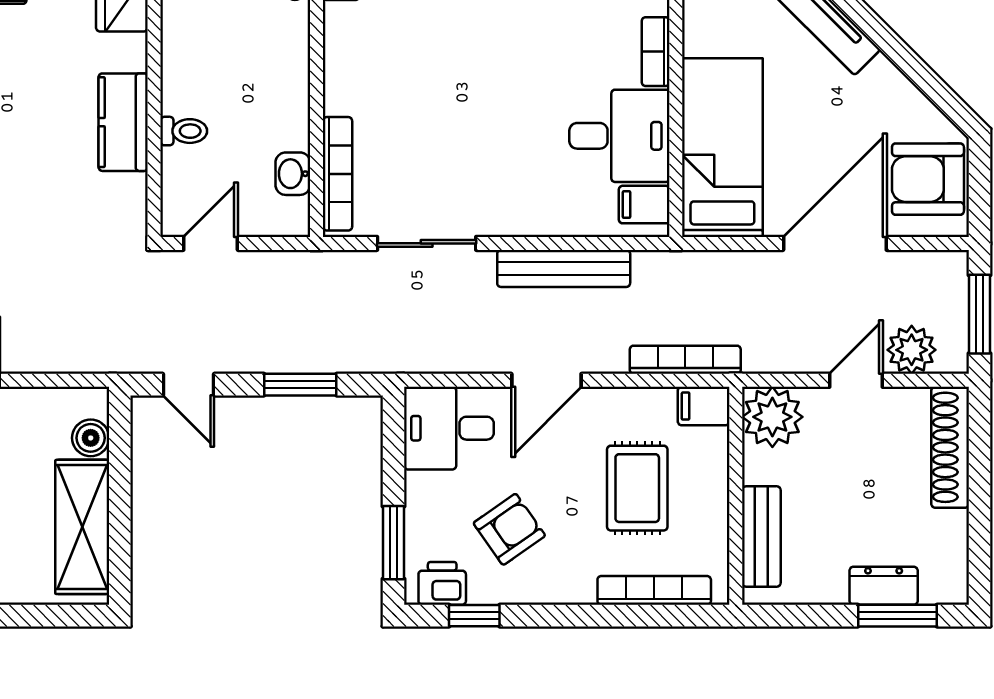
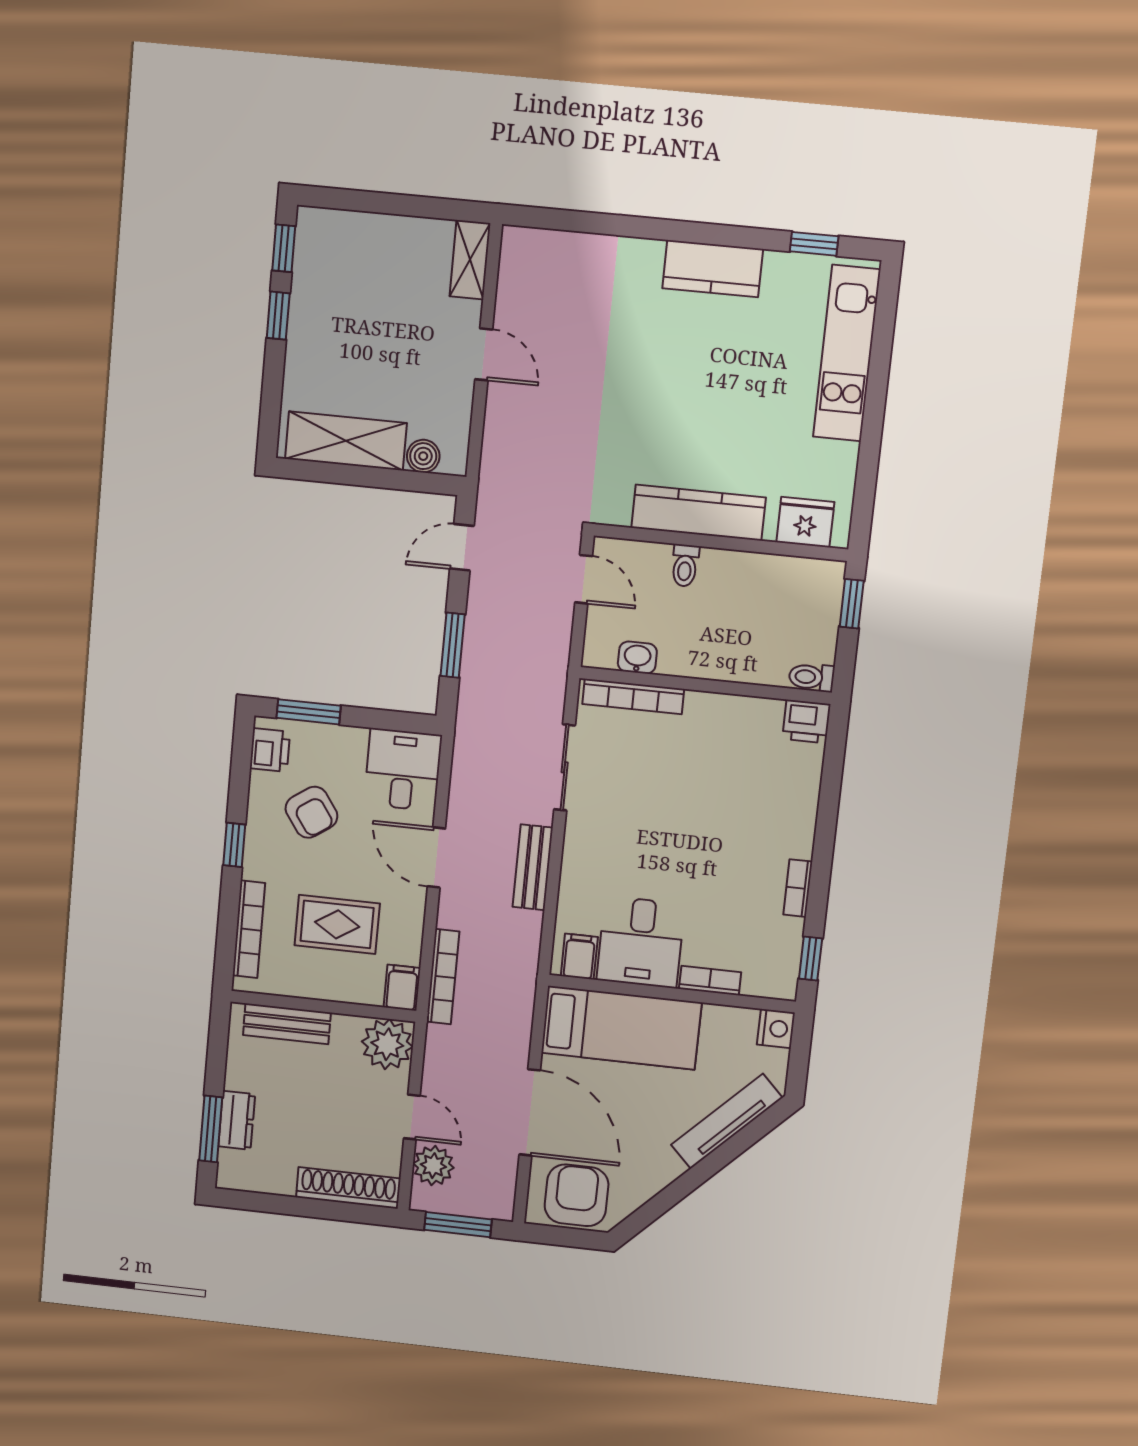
kitchen counter: (123, 122) -> (699, 513), width x1.50
bench: (564, 268) -> (533, 867), width x0.73
window: (474, 616) -> (234, 845), moved

